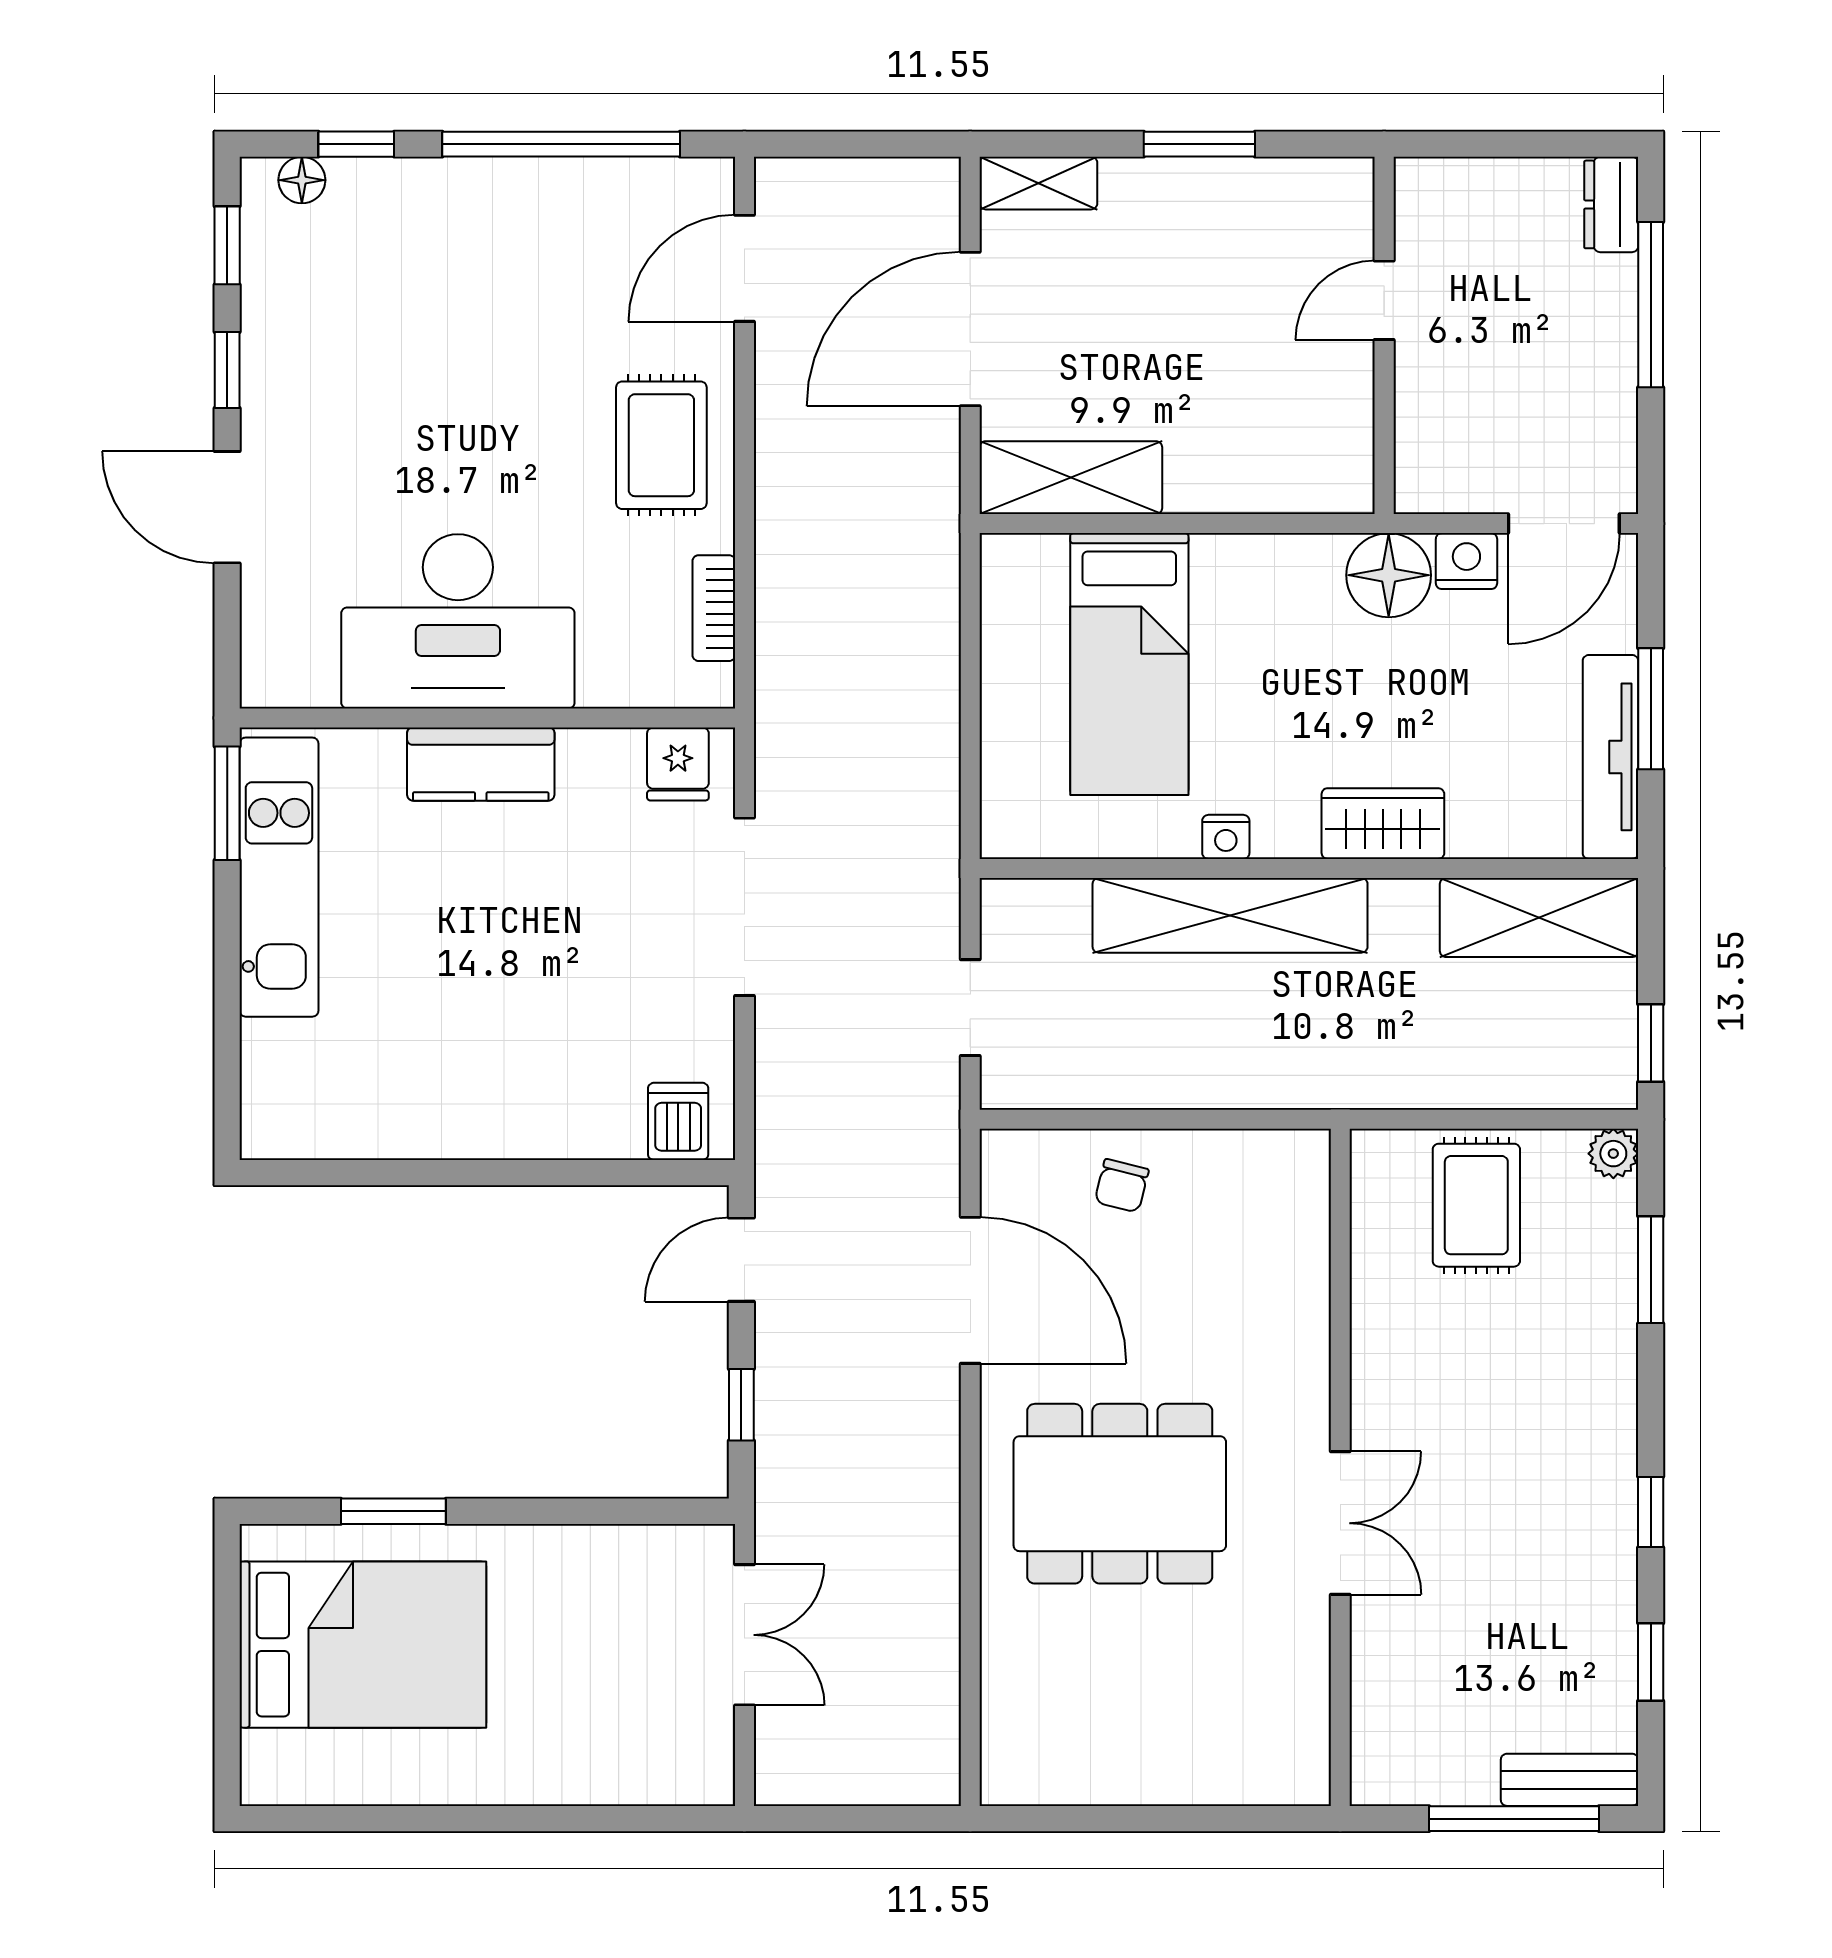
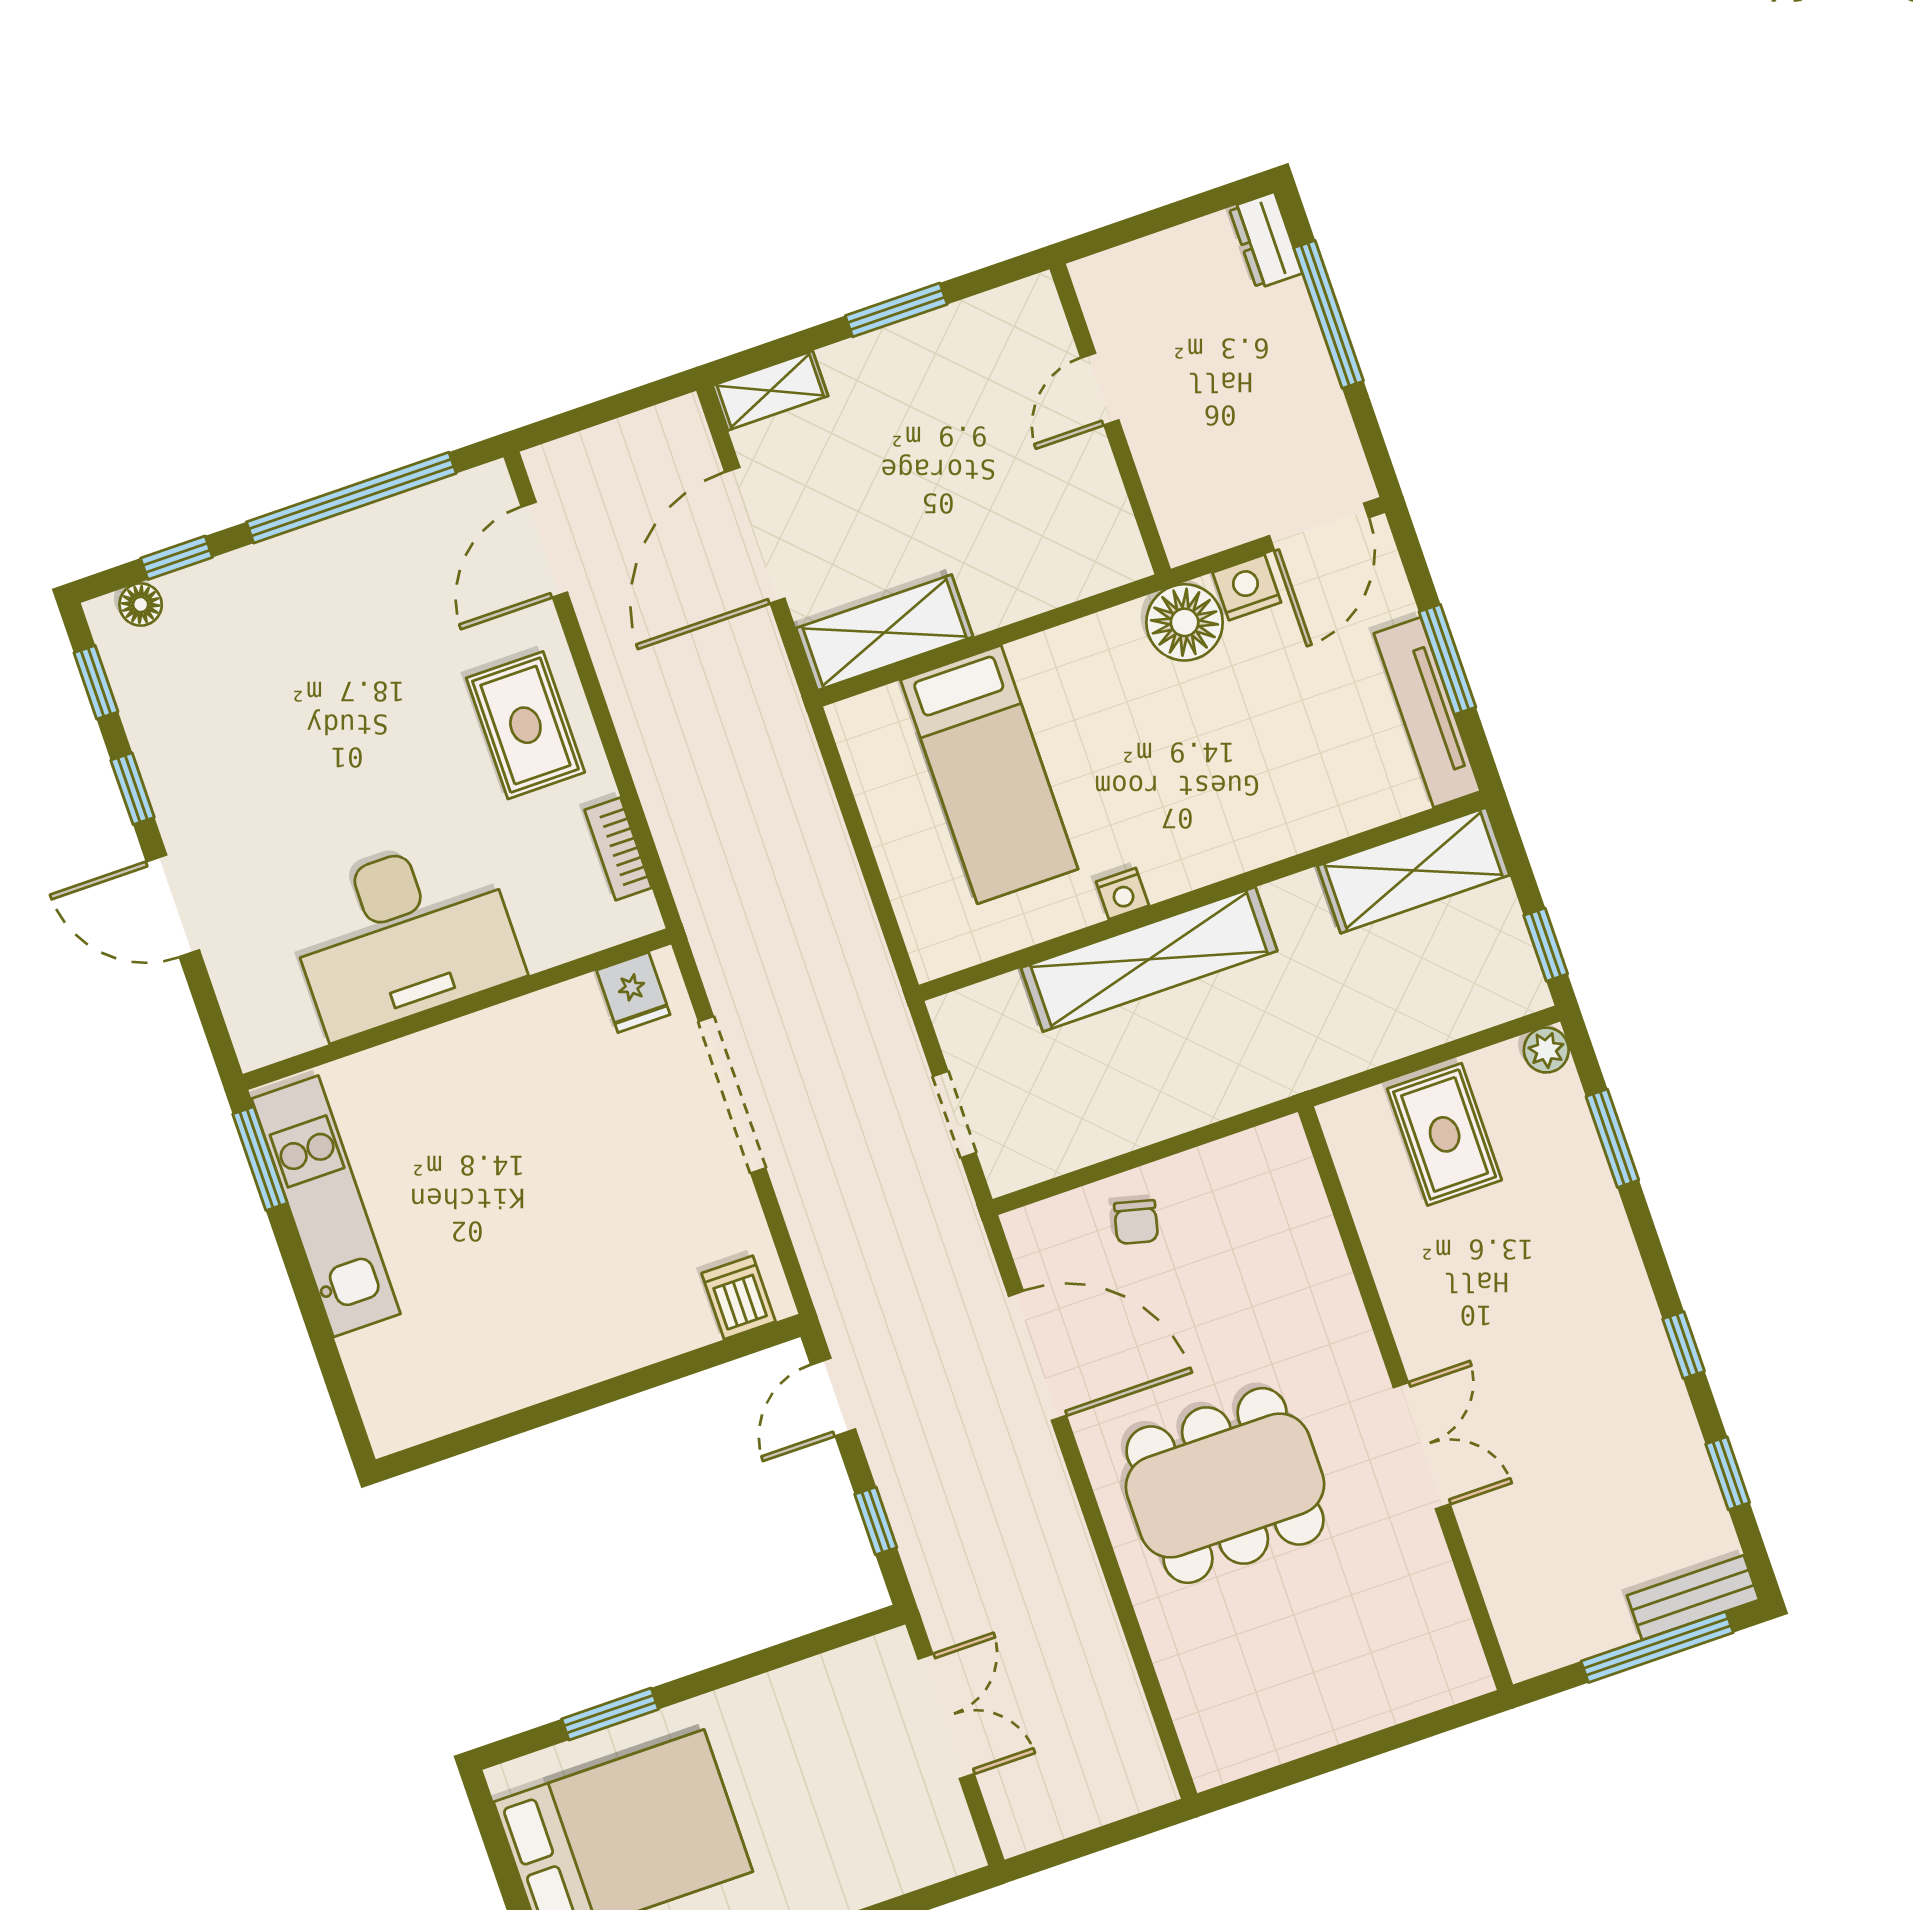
kitchen counter: (481, 764) -> (465, 1051), removed
wardrobe: (1383, 824) -> (1253, 836), removed

